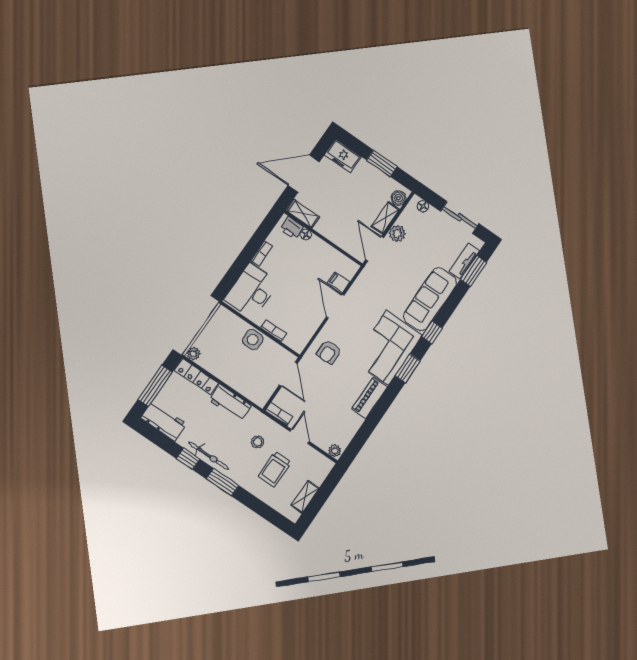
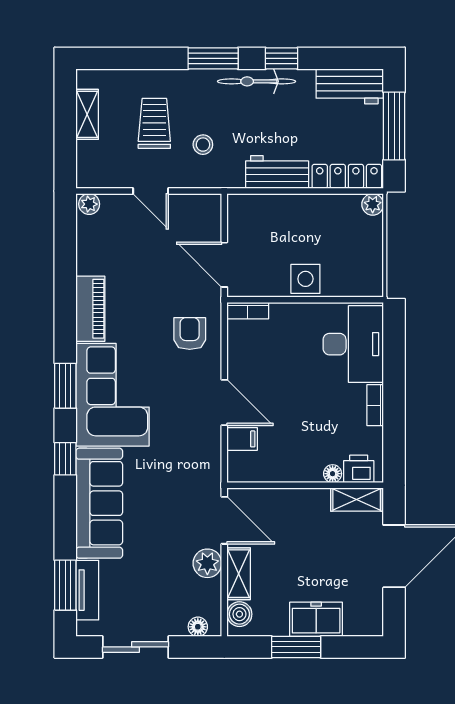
freezer: (343, 156) -> (316, 619), moved
bookcase: (274, 331) -> (248, 311), moved
bookcase: (279, 414) -> (200, 202), removed

